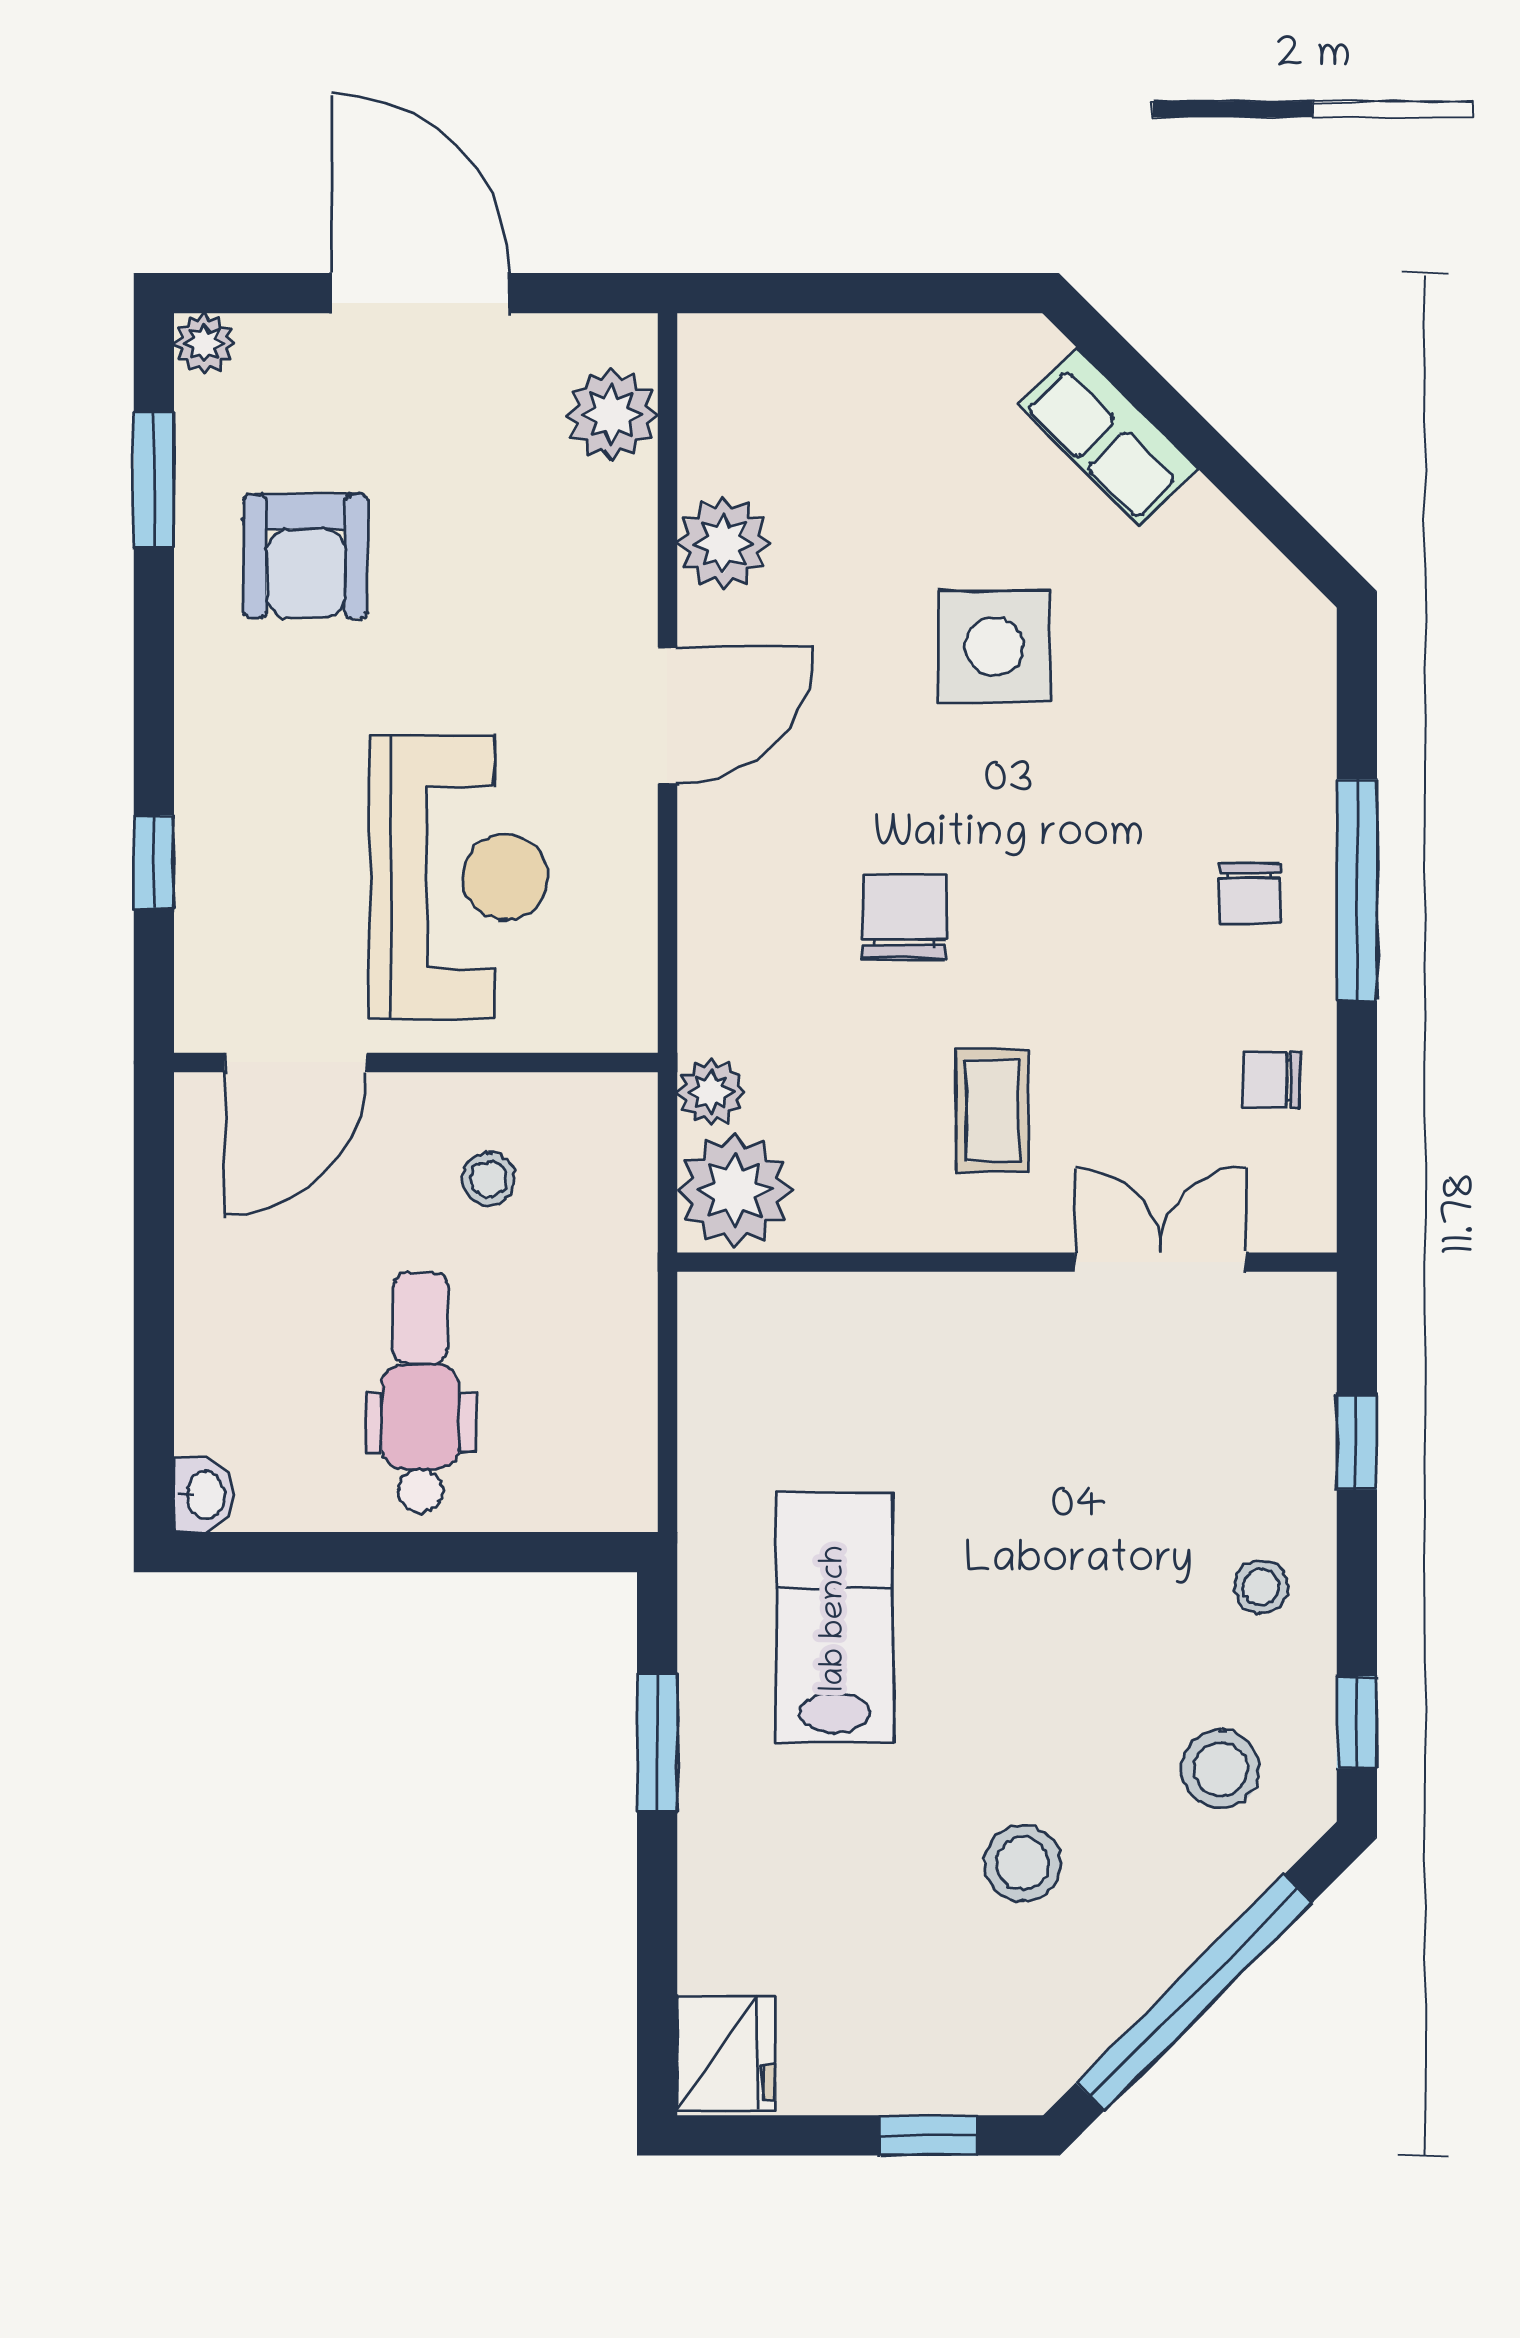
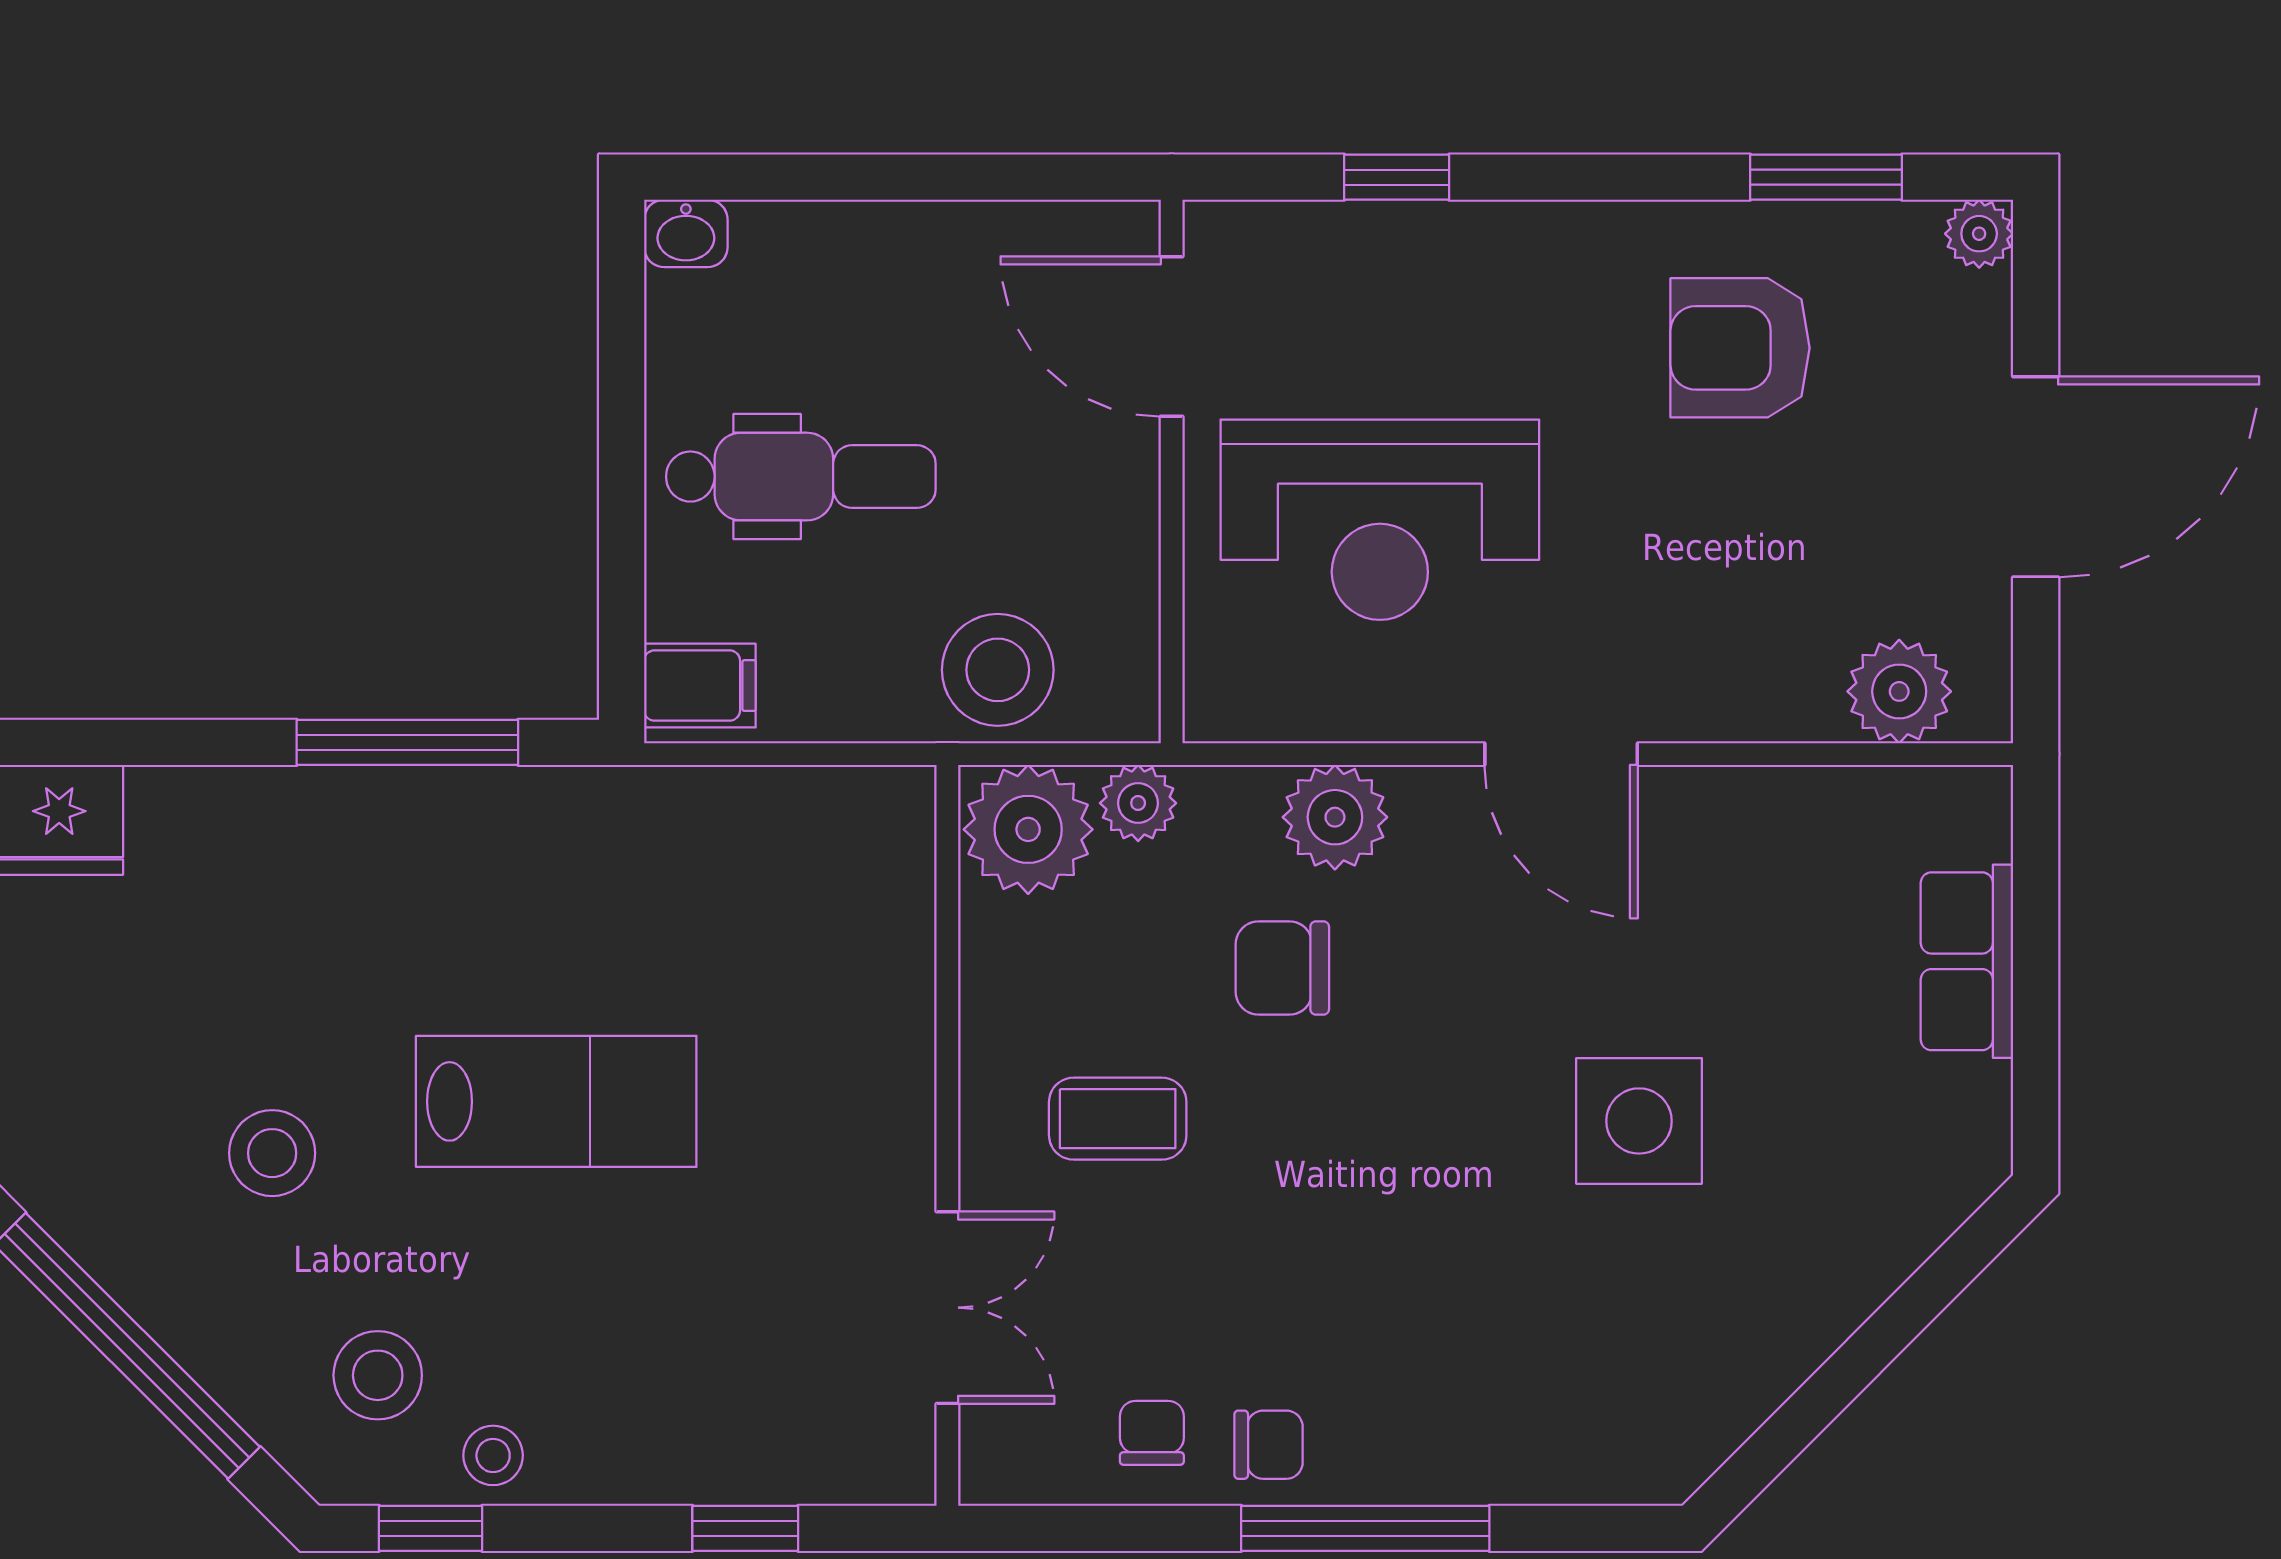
row of seats: (1108, 437) -> (1967, 961), moved, turned -45
plant: (724, 543) -> (1335, 817), moved
chair: (1250, 894) -> (1269, 1445), moved, turned 180
chair: (904, 917) -> (1282, 968), moved, turned 180
stool: (489, 1179) -> (998, 670), moved, width x1.89, depth x1.89
filing cabinet: (606, 1482) -> (700, 686), added
stool: (1261, 1587) -> (493, 1455), moved
lab bench: (835, 1618) -> (556, 1101), moved
window: (657, 1743) -> (407, 742), width x1.44

